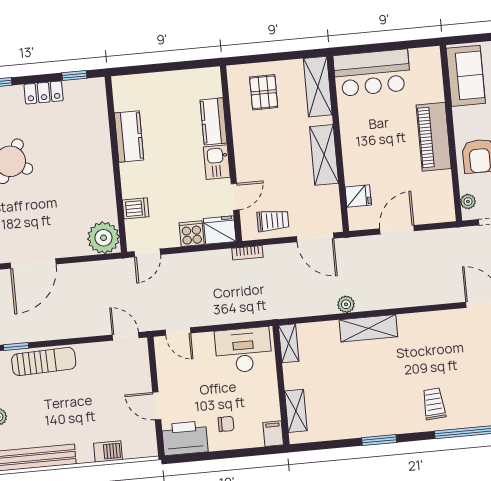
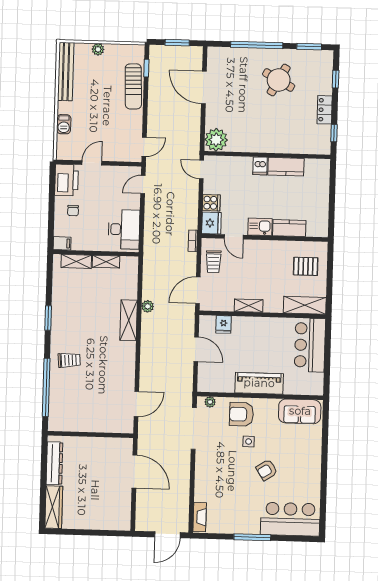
shelving: (324, 155) -> (249, 306), width x0.67, depth x0.75
dishwasher: (136, 208) -> (260, 166), moved
shelving: (289, 343) -> (106, 262), moved

